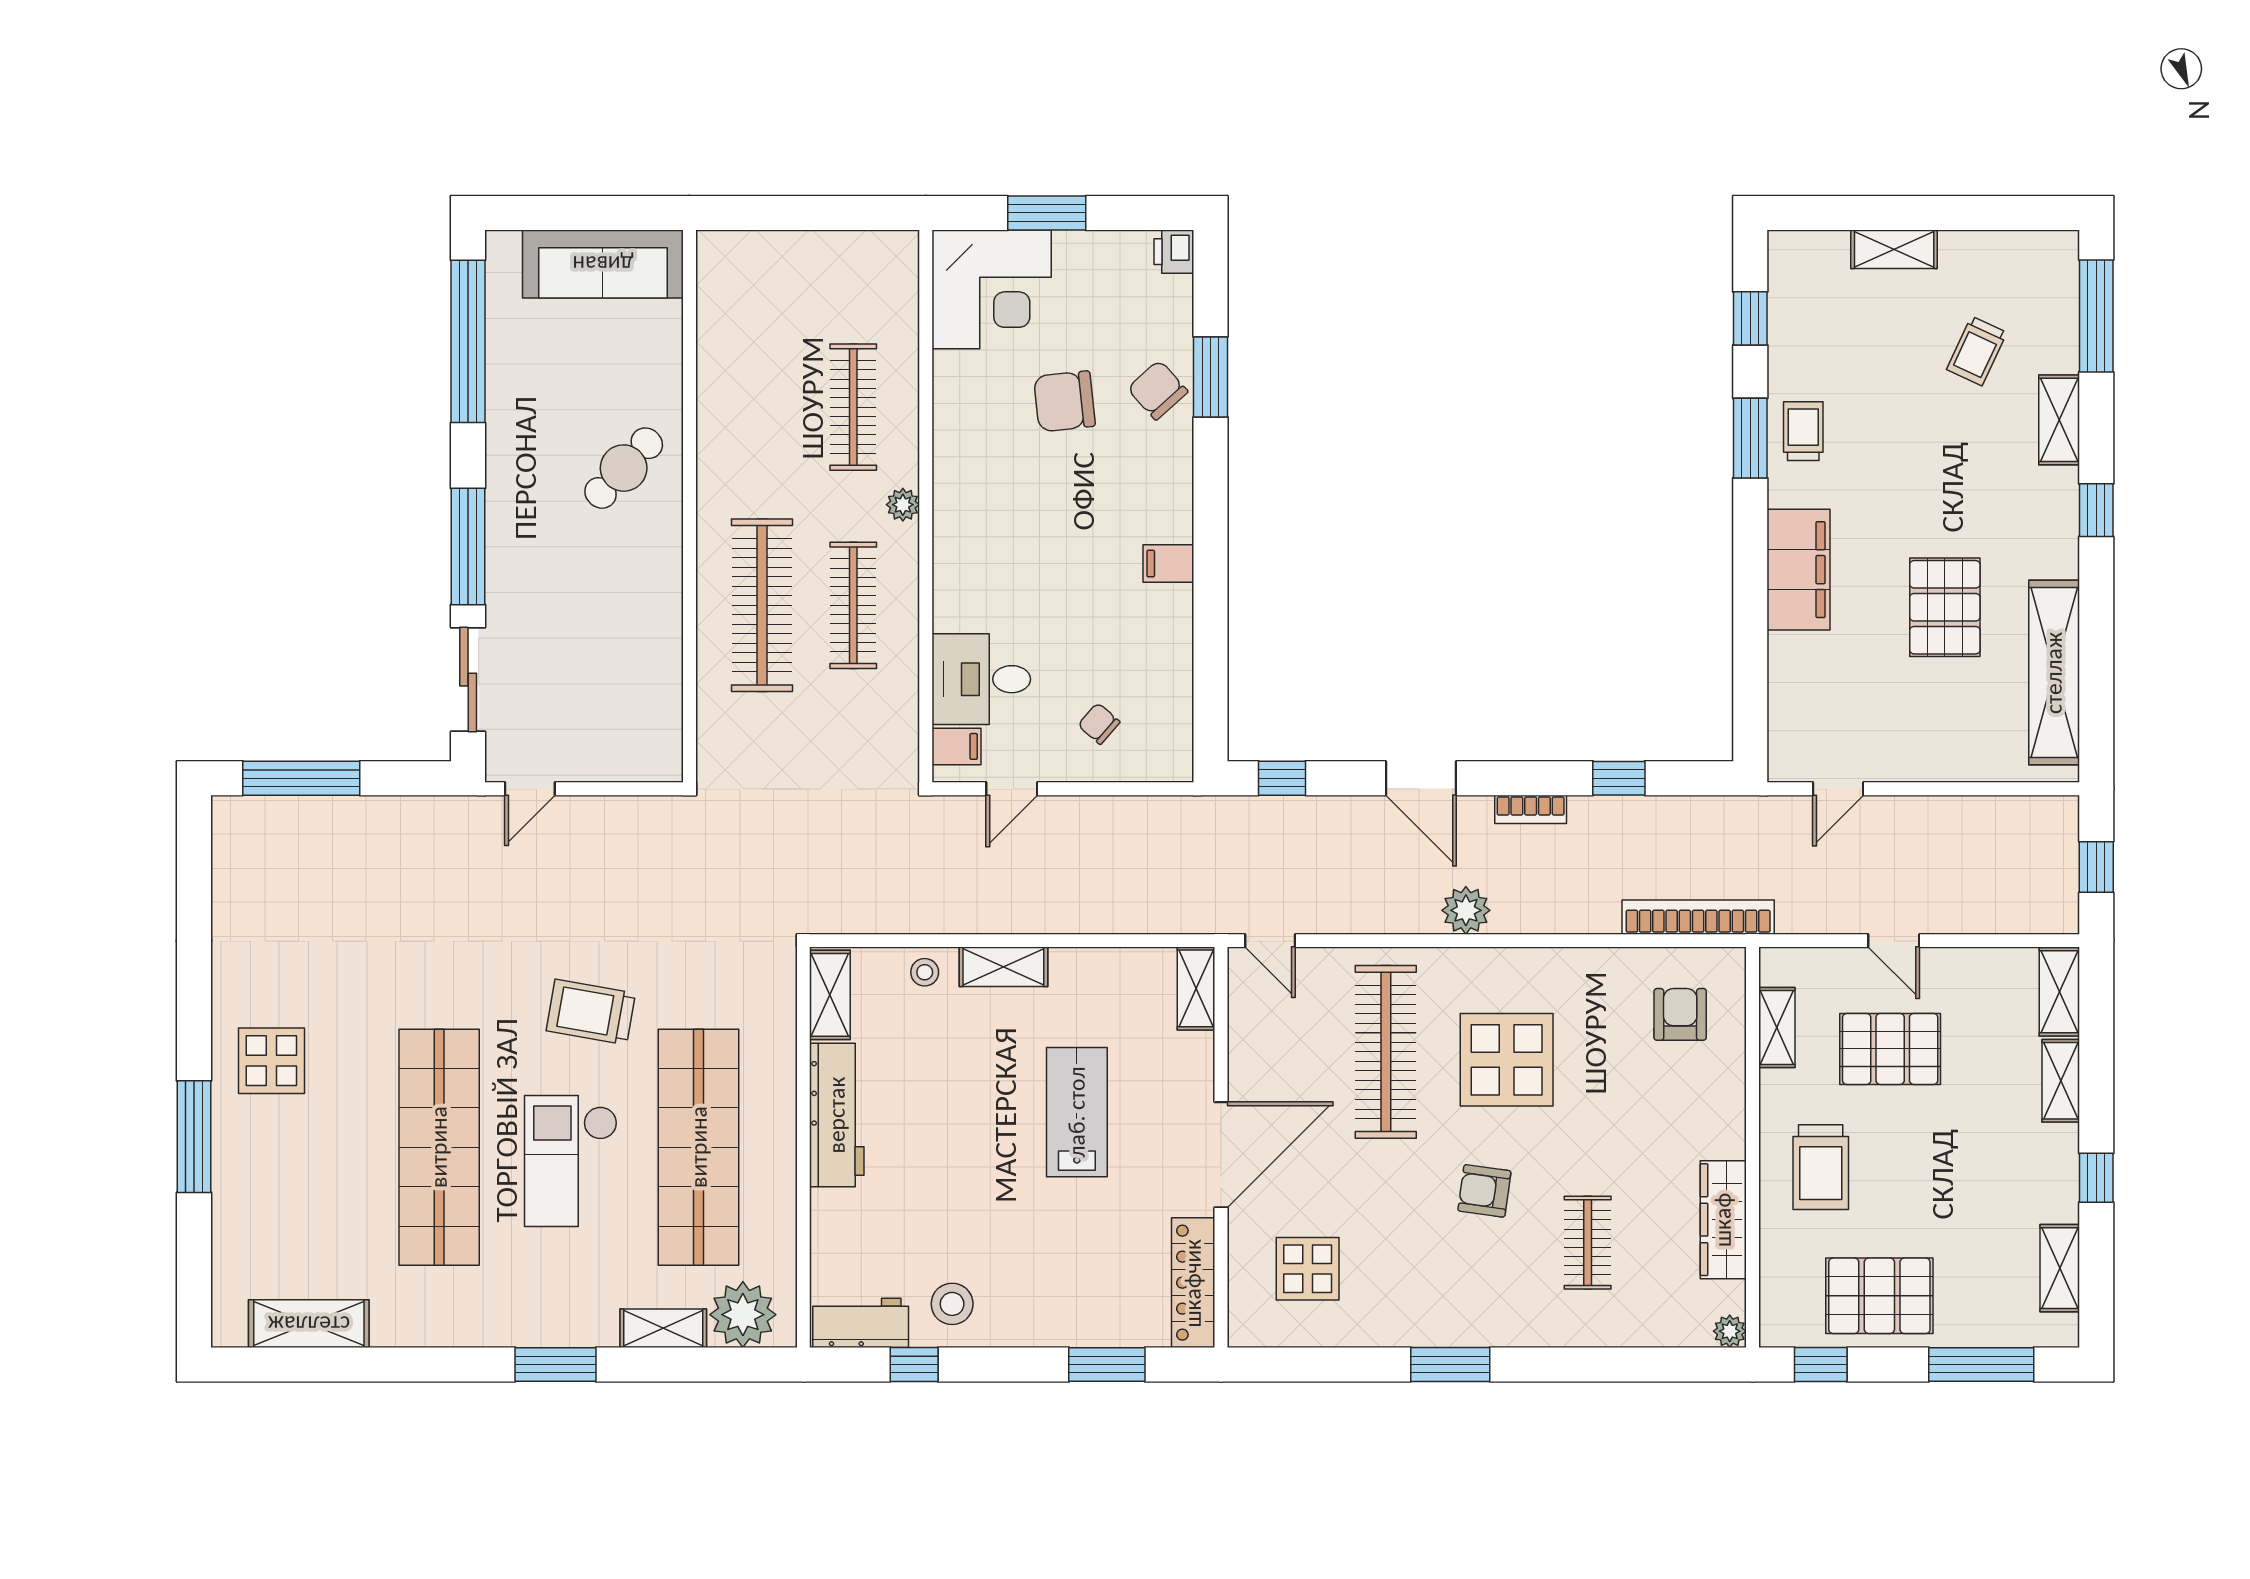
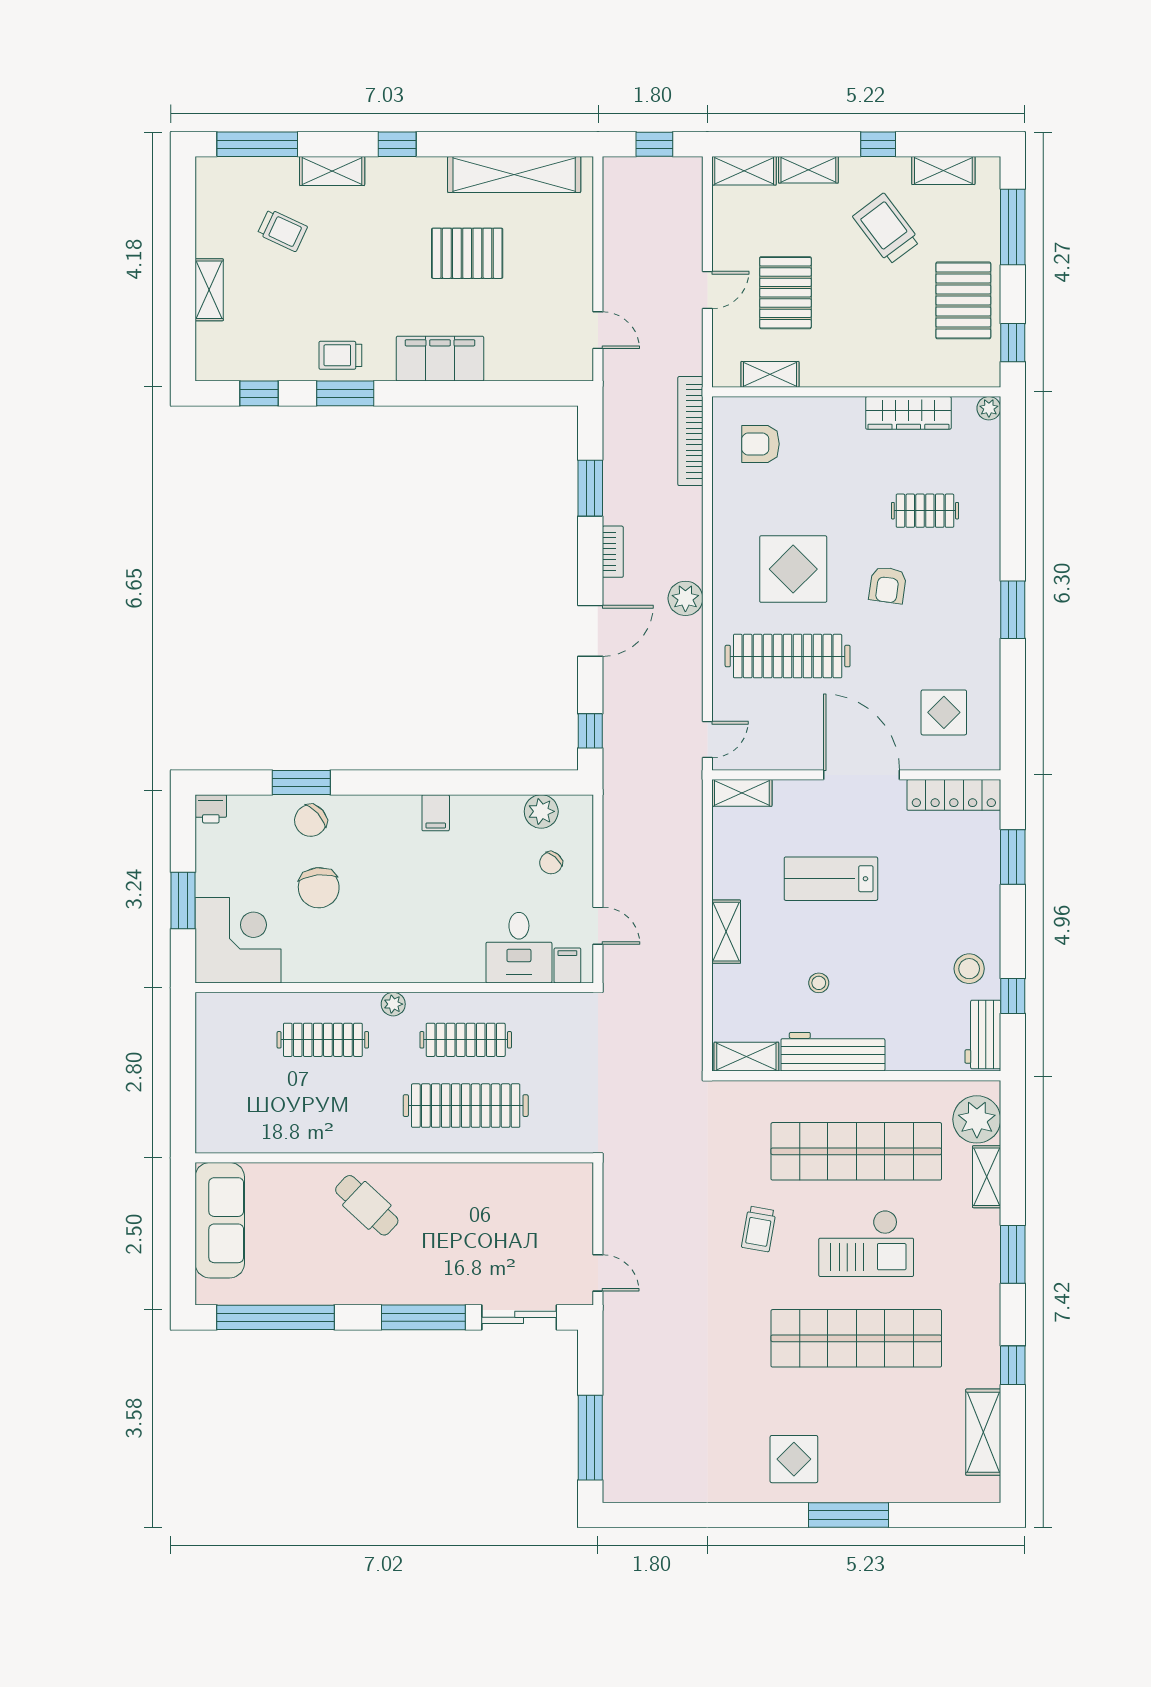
plant: (1170, 710) -> (541, 811), added
window: (1619, 778) -> (590, 488), width x1.50
stool: (925, 972) -> (819, 983), moved
trolley: (591, 1012) -> (759, 1229), width x0.73, depth x0.72
trolley: (1821, 1167) -> (886, 229), moved, turned -127
window: (402, 1365) -> (1013, 1365), added

